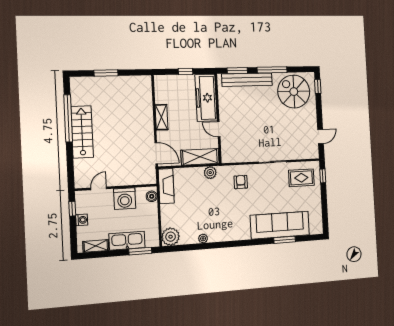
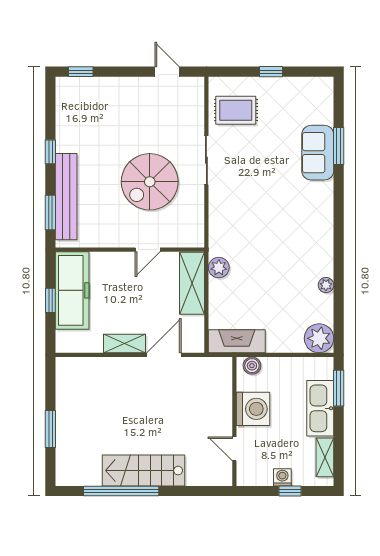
window: (272, 70) -> (50, 152), width x0.46
spiral stairs: (294, 92) -> (150, 182), moved
freezer: (206, 98) -> (72, 290), moved, turned -90
door: (156, 153) -> (164, 355), moved
window: (323, 176) -> (271, 72), moved
rug: (301, 178) -> (236, 110), turned 90
armchair: (241, 182) -> (237, 217), removed
window: (72, 209) -> (290, 491), moved
sofa: (280, 225) -> (318, 153), width x0.54, depth x0.79

